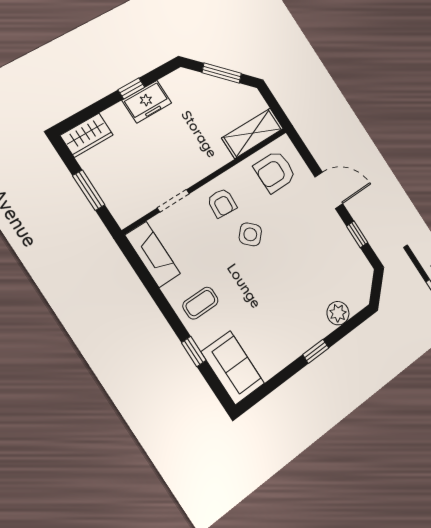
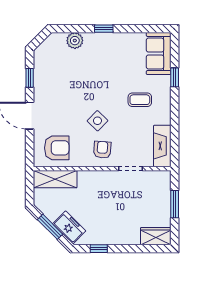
window: (131, 89) -> (99, 249), moved
freezer: (147, 102) -> (69, 227), moved, turned 45
coffee table: (200, 303) -> (140, 100), moved

